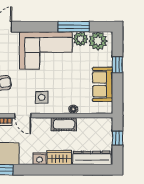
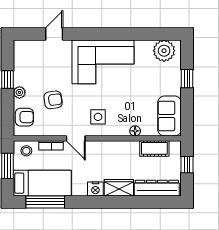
window: (74, 27) -> (136, 34), removed
plant: (80, 39) -> (144, 48), removed
sofa: (103, 84) -> (170, 116), moved
cot: (64, 124) -> (154, 148), moved

